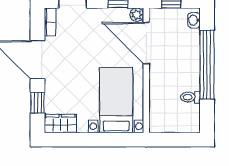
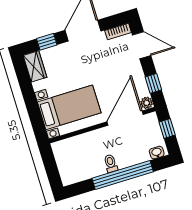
toilet: (190, 97) -> (111, 163), moved

